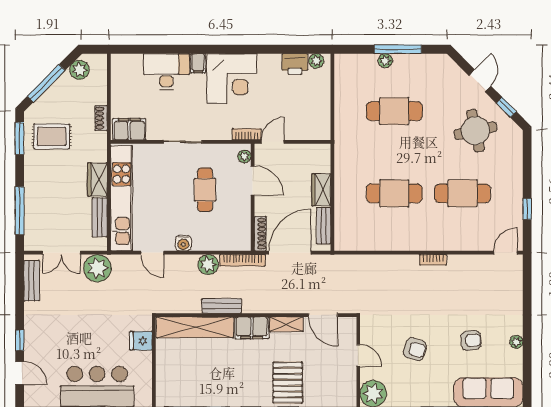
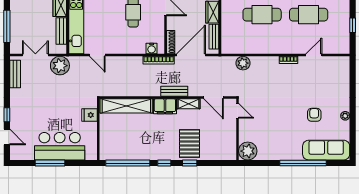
water cooler: (183, 243) -> (152, 49), moved
double door: (61, 253) -> (35, 55), swing flipped
door: (505, 253) -> (314, 55), moved
plant: (208, 265) -> (243, 63), moved
bench: (222, 306) -> (174, 91), moved
armchair: (471, 340) -> (314, 115), turned -85
armchair: (415, 349) -> (276, 121), removed
door: (358, 355) -> (238, 111), moved

